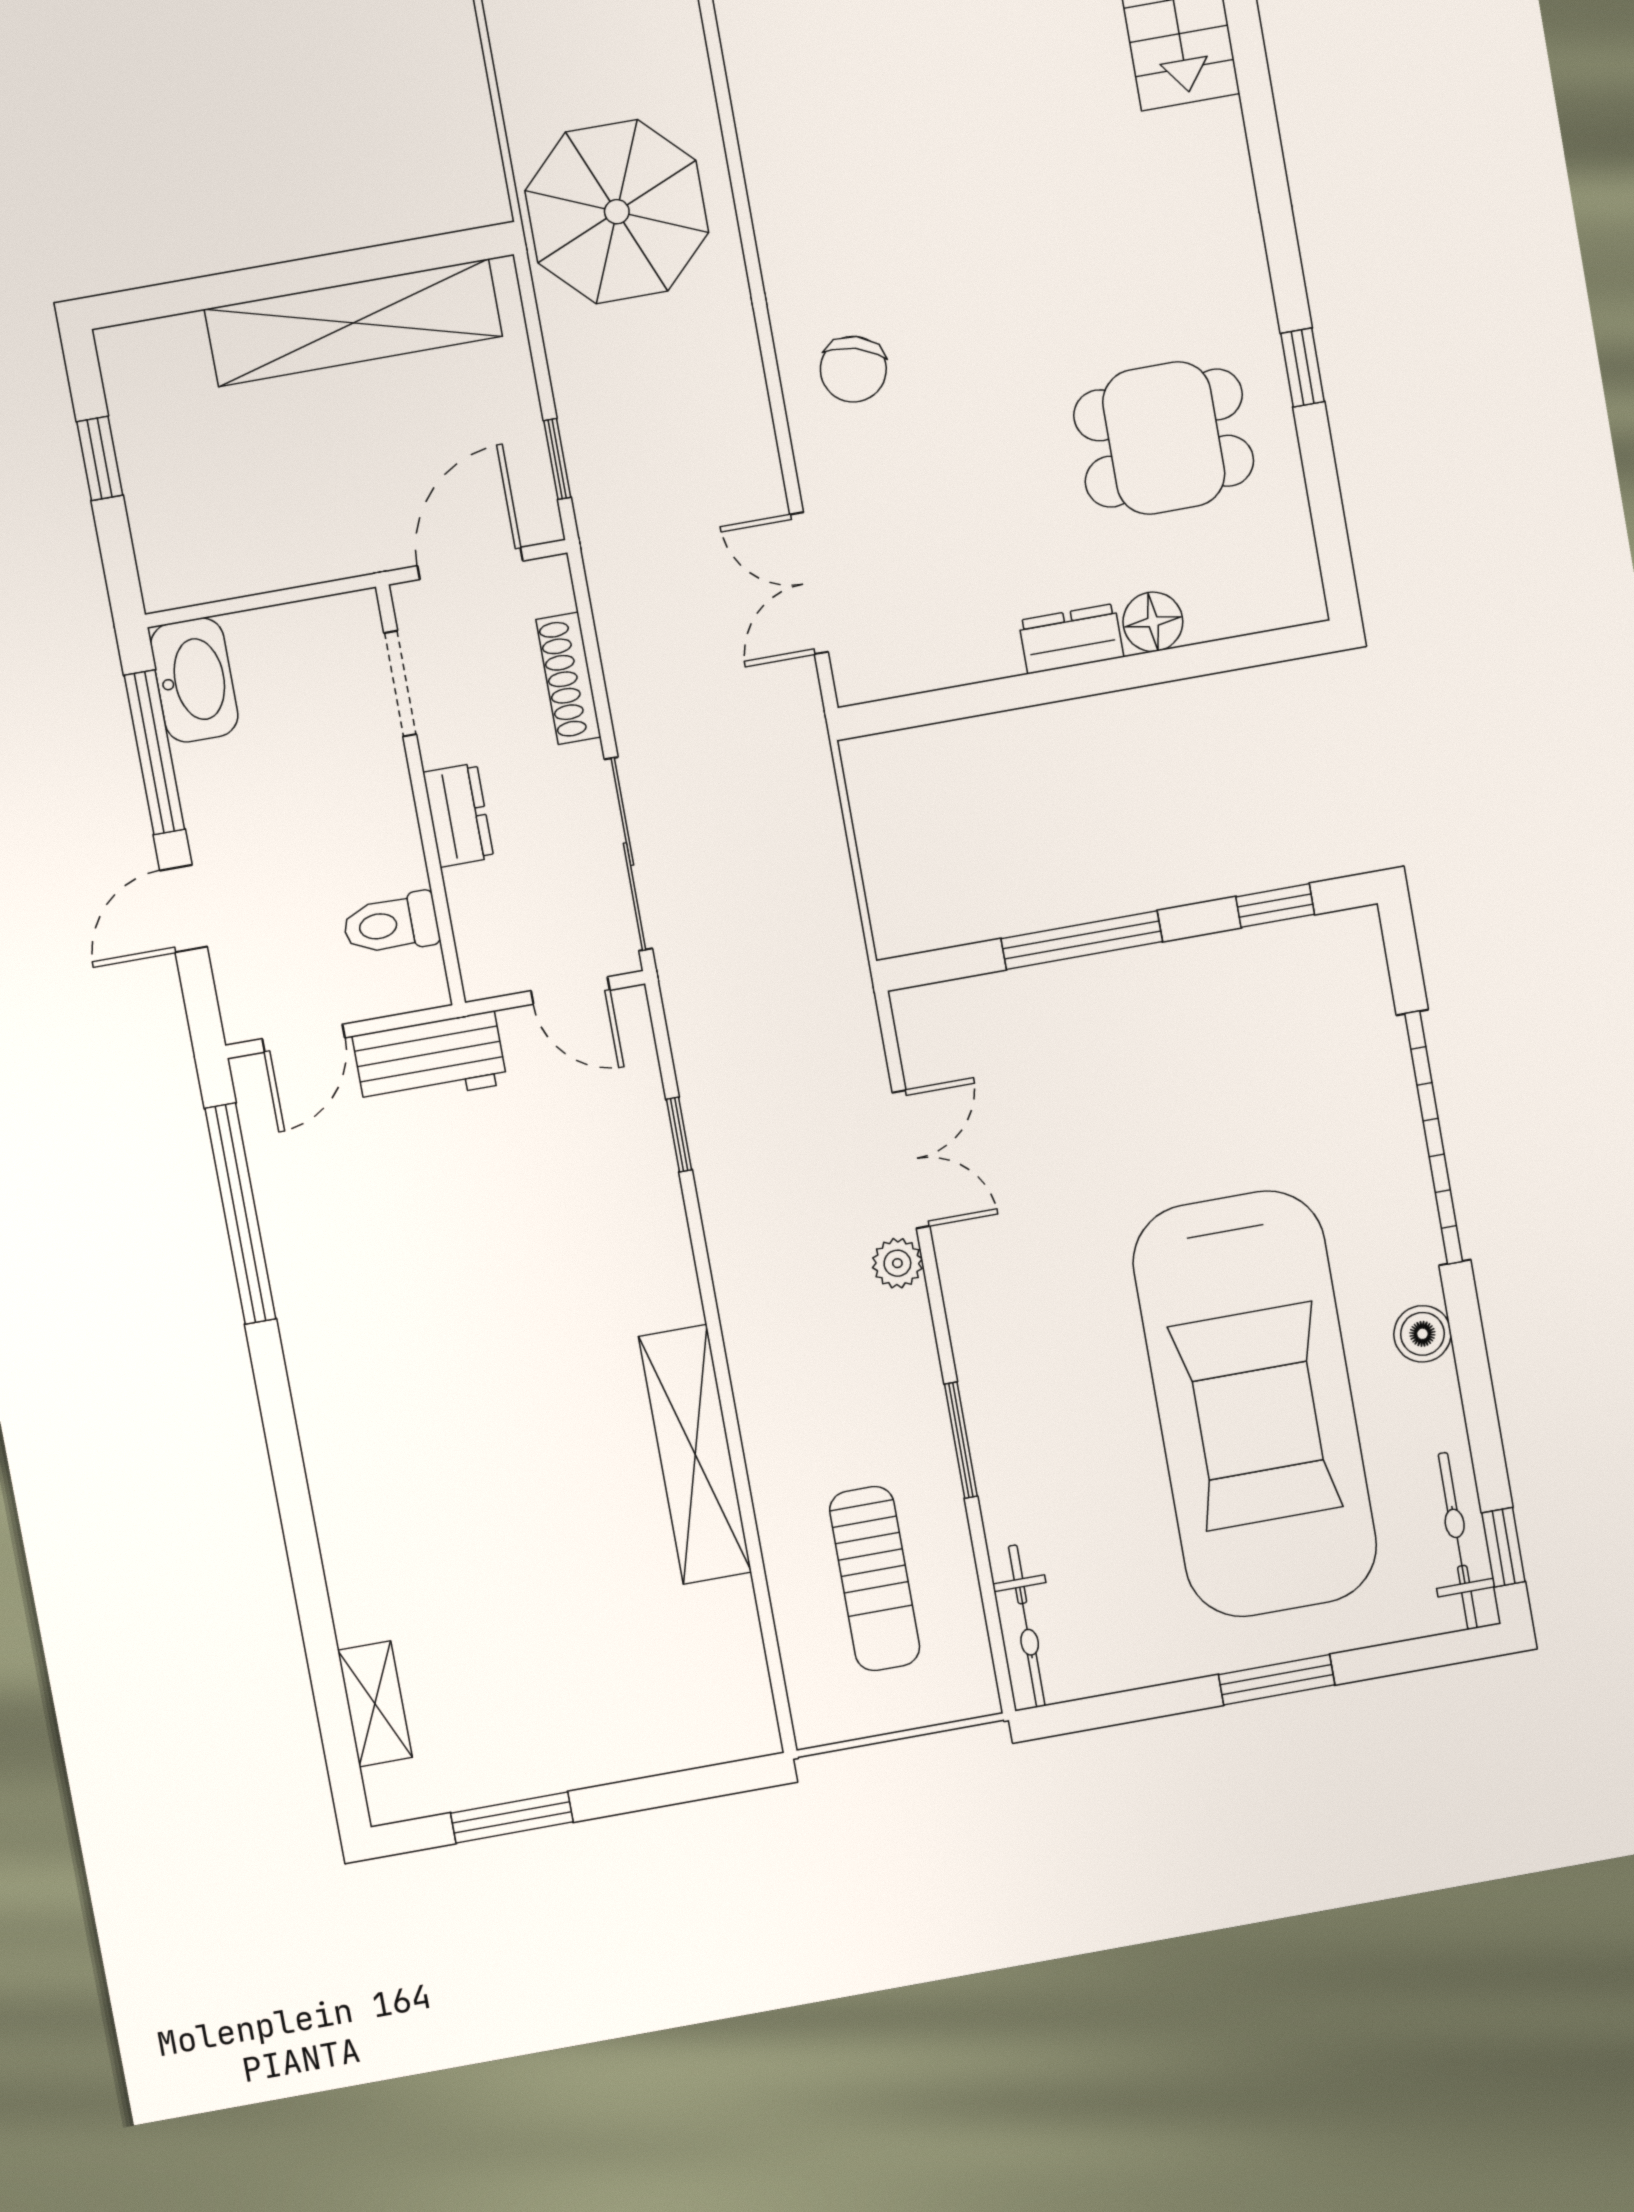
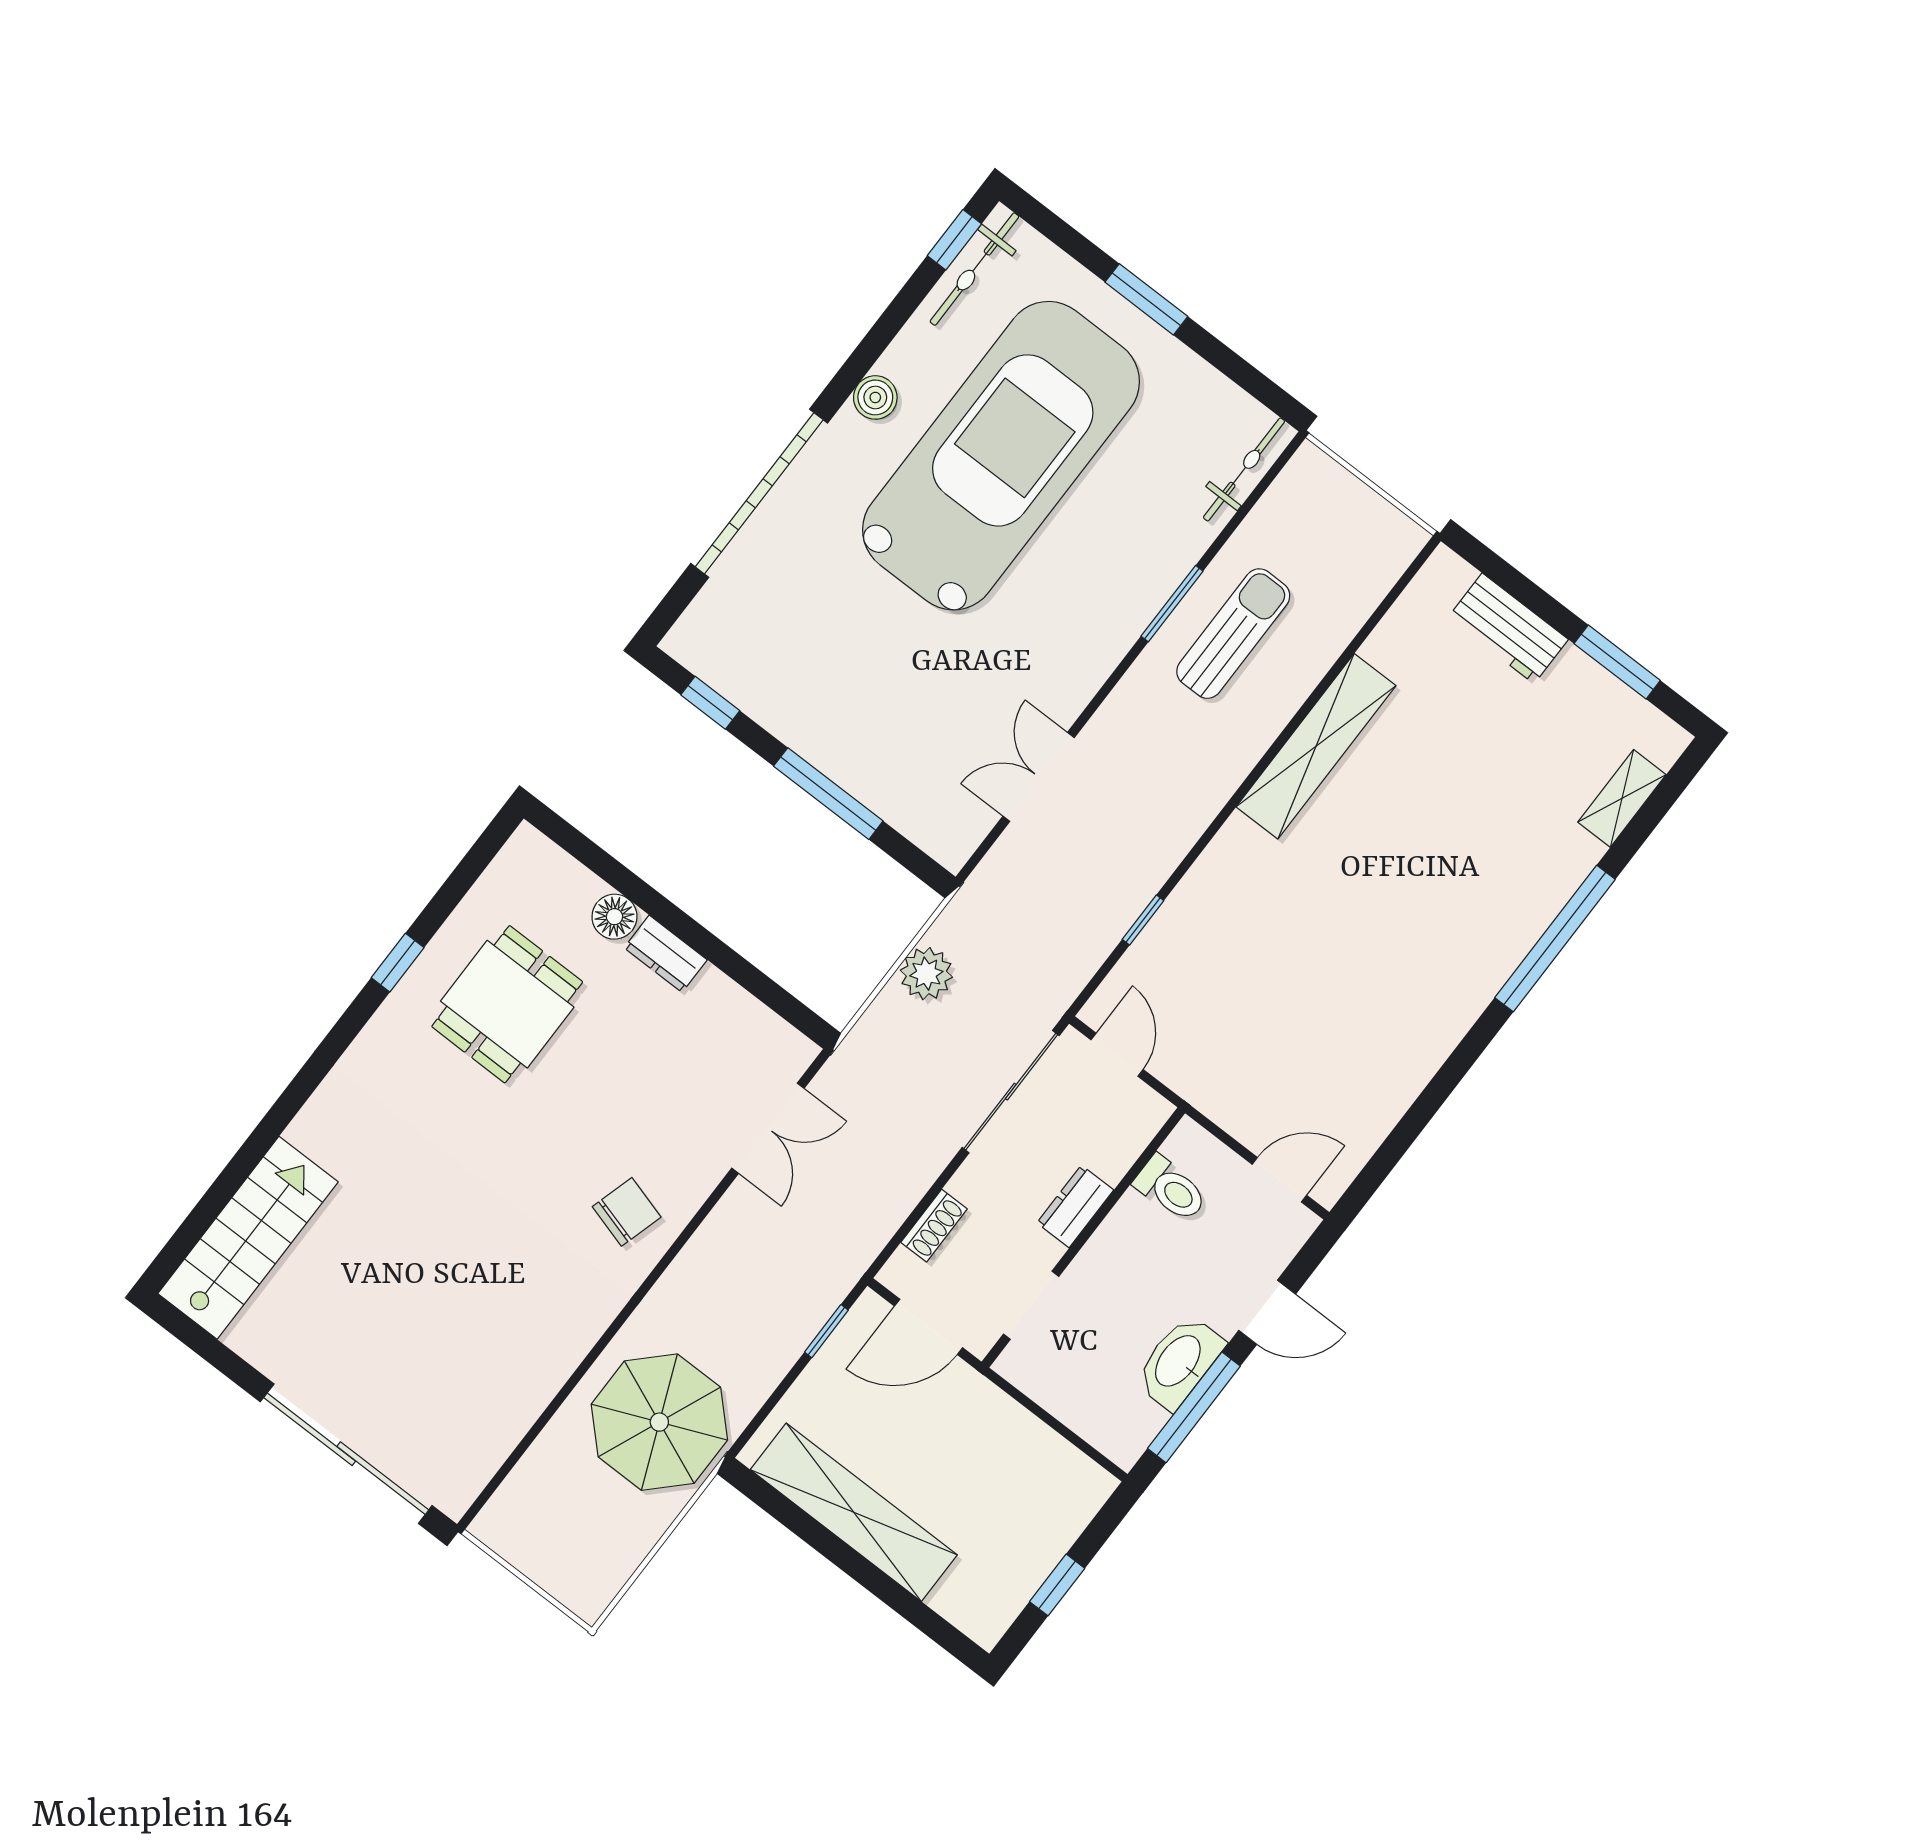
dining table: (1164, 438) -> (507, 1004), turned 90
shoe rack: (568, 678) -> (934, 1226), width x0.70
washbasin: (194, 680) -> (1179, 1362), moved
workbench: (430, 1060) -> (1508, 628), moved, turned 180
window: (240, 1214) -> (1555, 938), moved
plant: (897, 1263) -> (926, 974), moved, width x1.38, depth x1.38
sun lounger: (875, 1579) -> (1233, 634), moved

